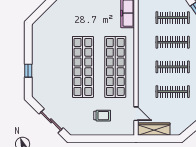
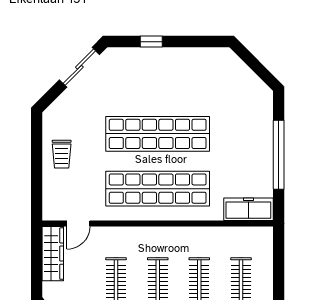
trolley: (102, 116) -> (62, 154), moved
sliding door: (51, 121) -> (79, 67), moved

